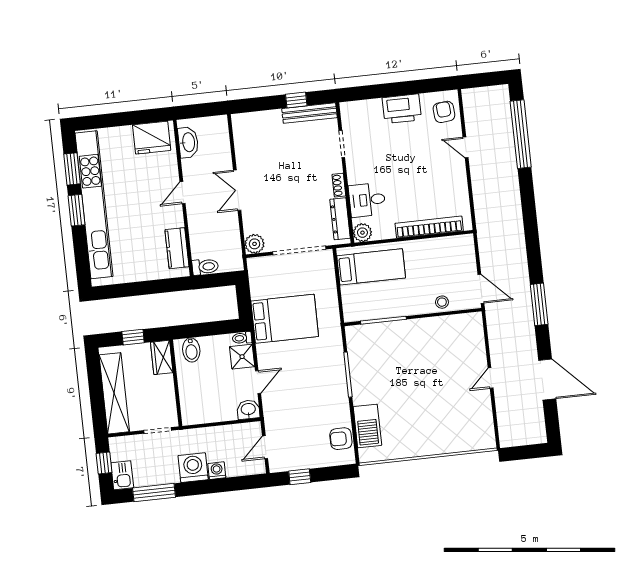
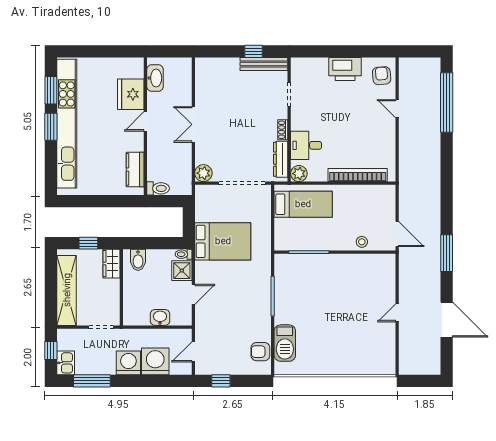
fridge: (152, 138) -> (131, 94), moved, turned 90
washbasin: (248, 410) -> (160, 317), moved
washing machine: (217, 471) -> (155, 361), width x1.89, depth x1.89

